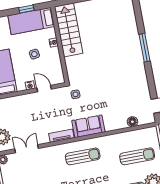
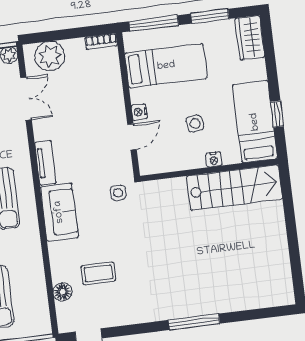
coffee table: (121, 102) -> (98, 273), added

